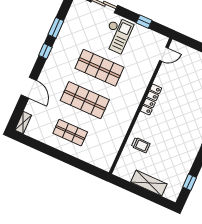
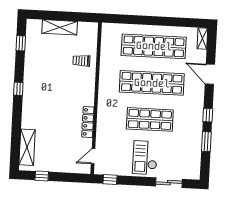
window: (144, 22) -> (110, 180), moved
locker: (151, 99) -> (88, 122), moved
shop shelf: (85, 100) -> (152, 83), width x1.40
shop shelf: (70, 133) -> (154, 46), width x2.00, depth x1.36

